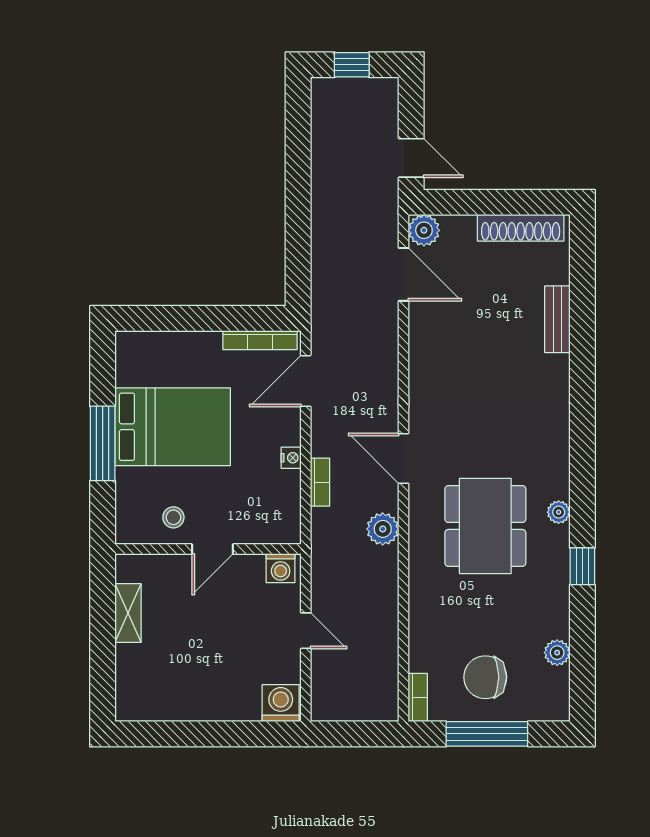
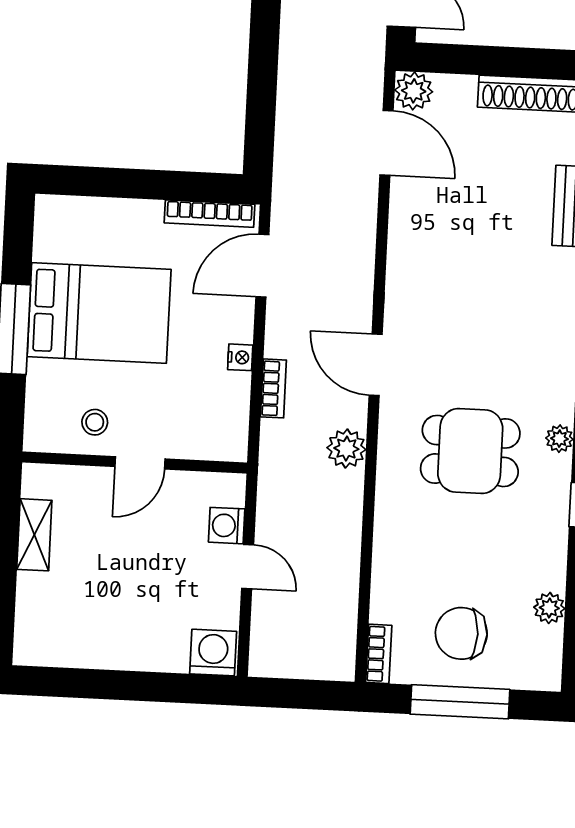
dining table: (485, 526) -> (470, 451), width x0.73
washing machine: (281, 568) -> (227, 526), moved, turned 90

